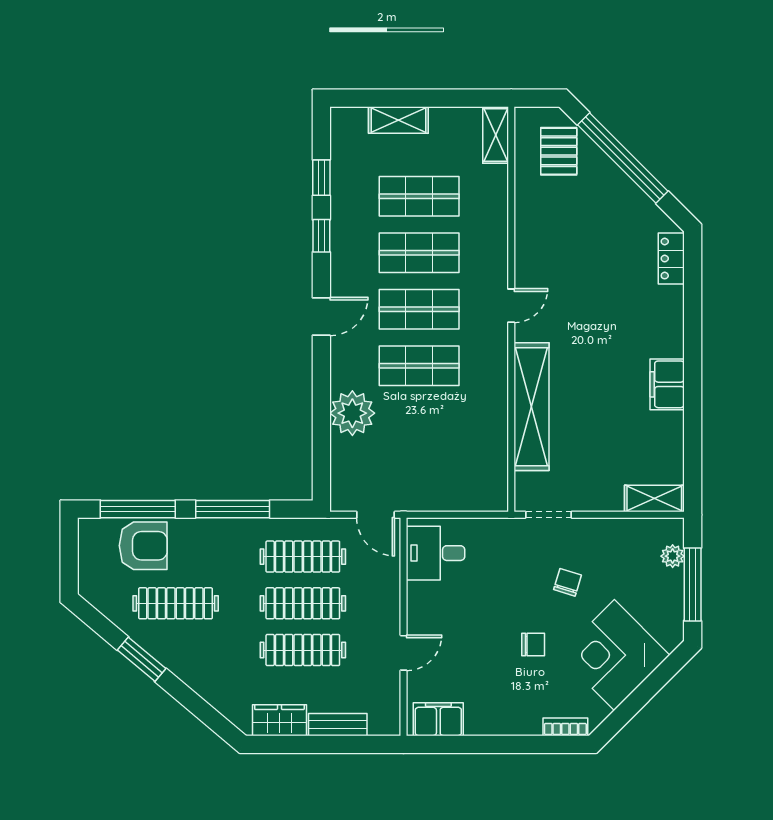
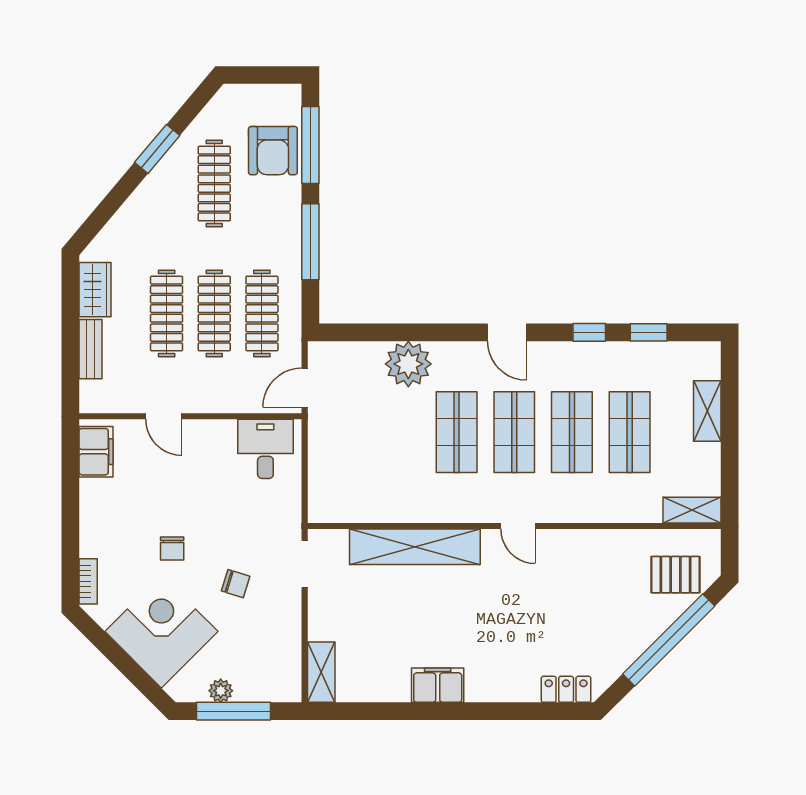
plant: (673, 556) -> (221, 691), moved

